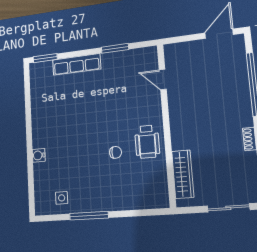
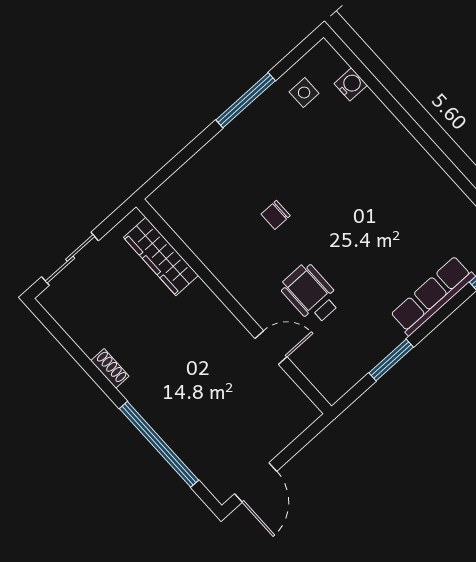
door: (163, 80) -> (271, 348), moved
wheelchair: (147, 142) -> (311, 294), moved
water cooler: (39, 155) -> (351, 84), moved

